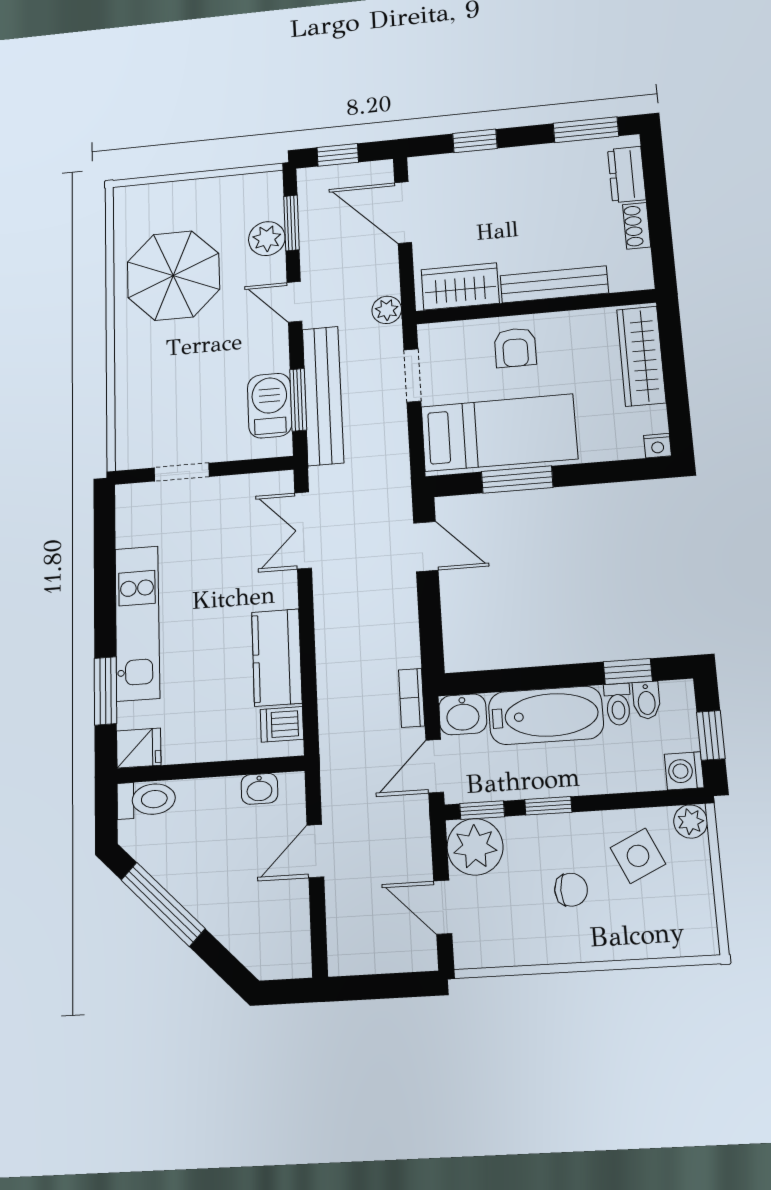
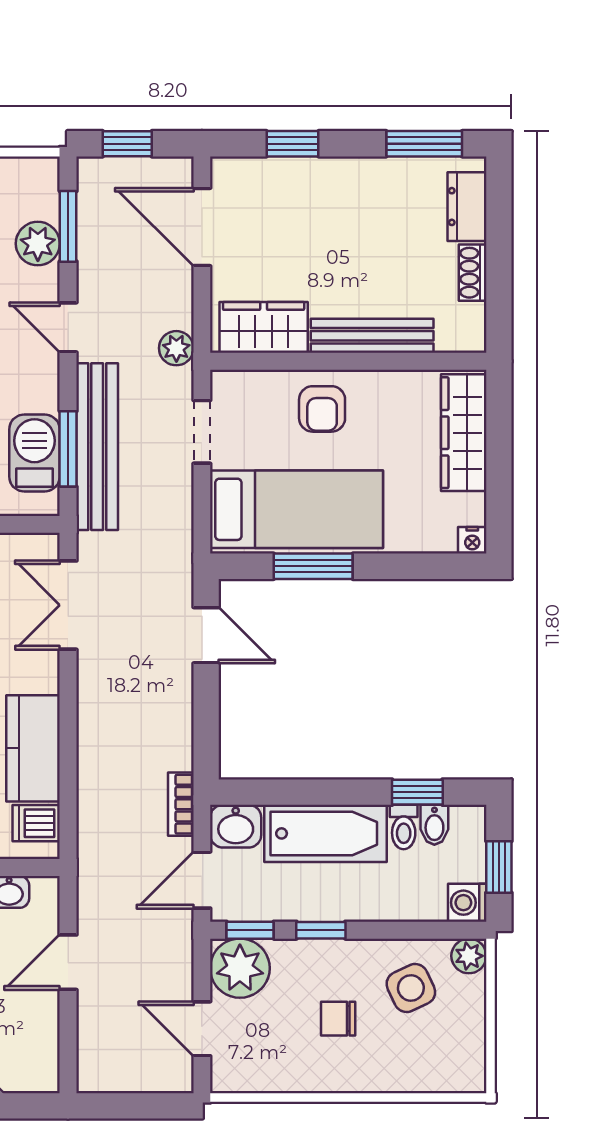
chair: (571, 890) -> (338, 1019), turned 180

